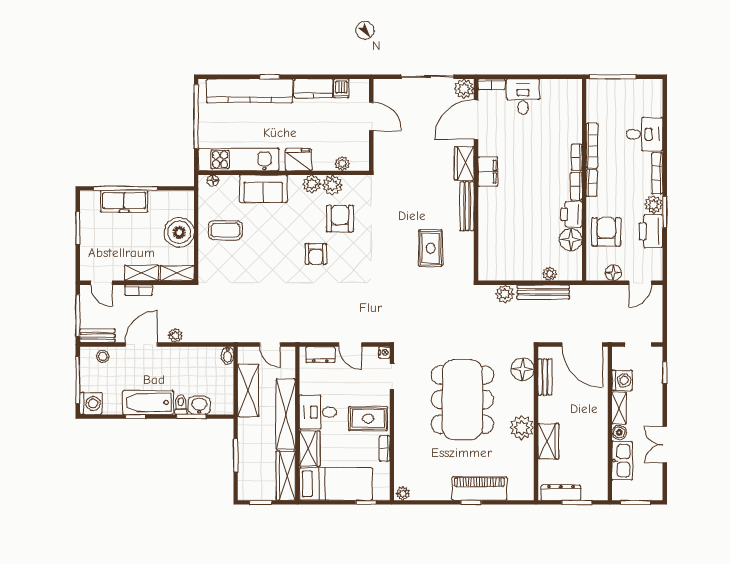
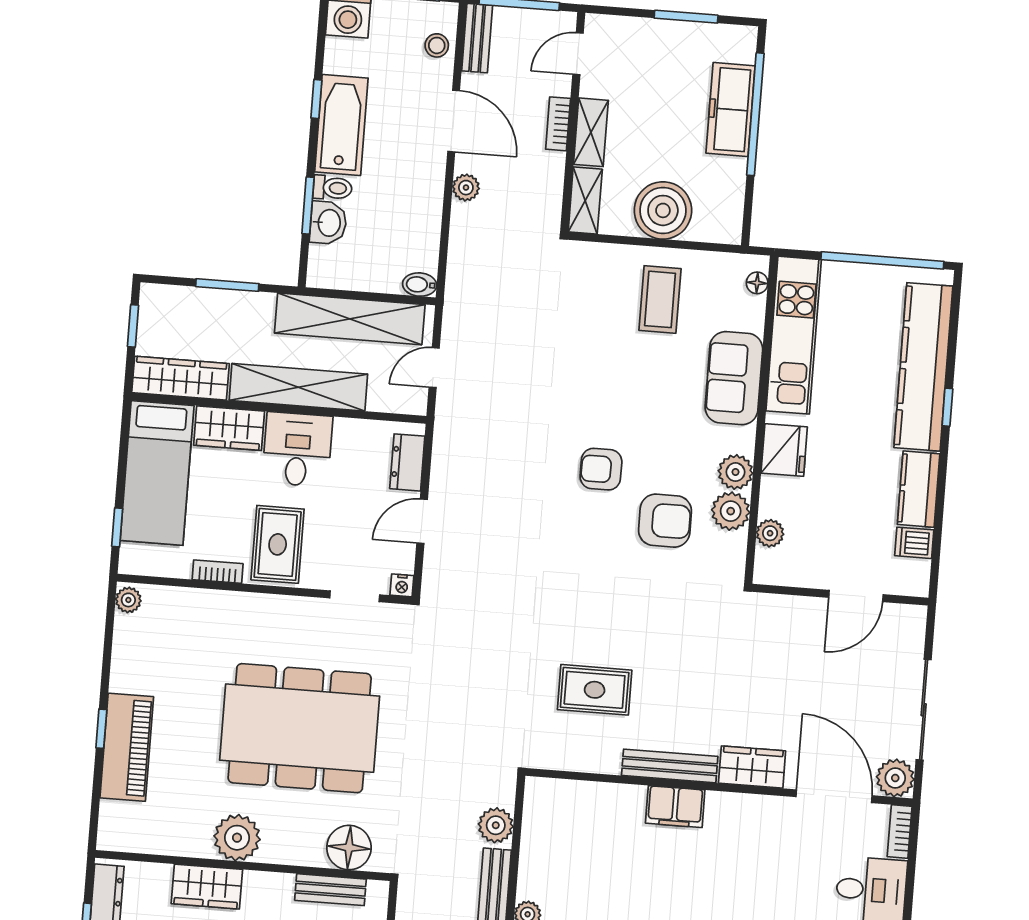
filing cabinet: (488, 172) -> (675, 807), moved
shelving: (248, 390) -> (350, 319), width x1.47

